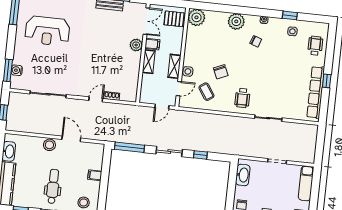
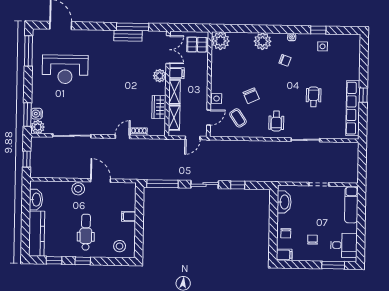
wheelchair: (315, 46) -> (314, 97), moved
shelving: (174, 66) -> (174, 118), moved
wardrobe: (133, 75) -> (159, 107), added
plant: (17, 83) -> (38, 127), added

